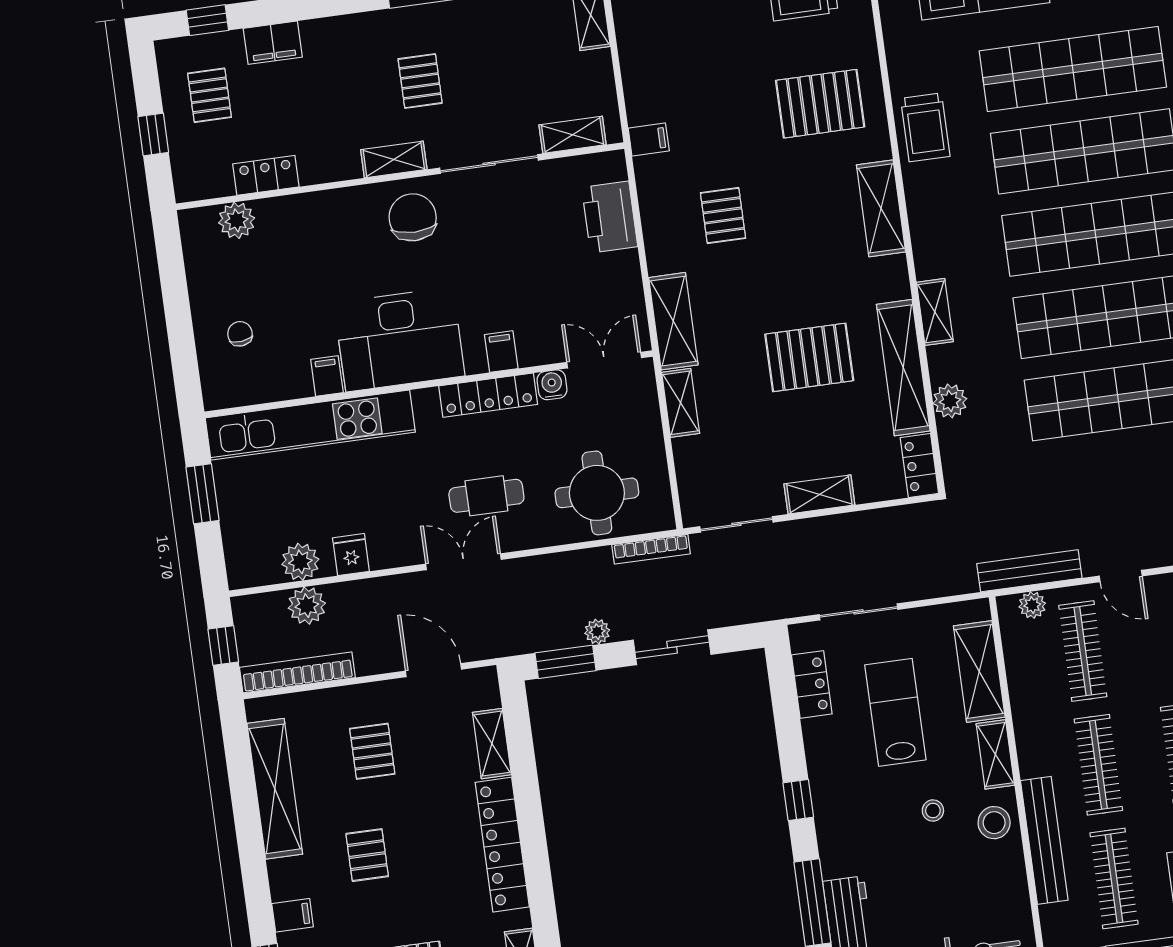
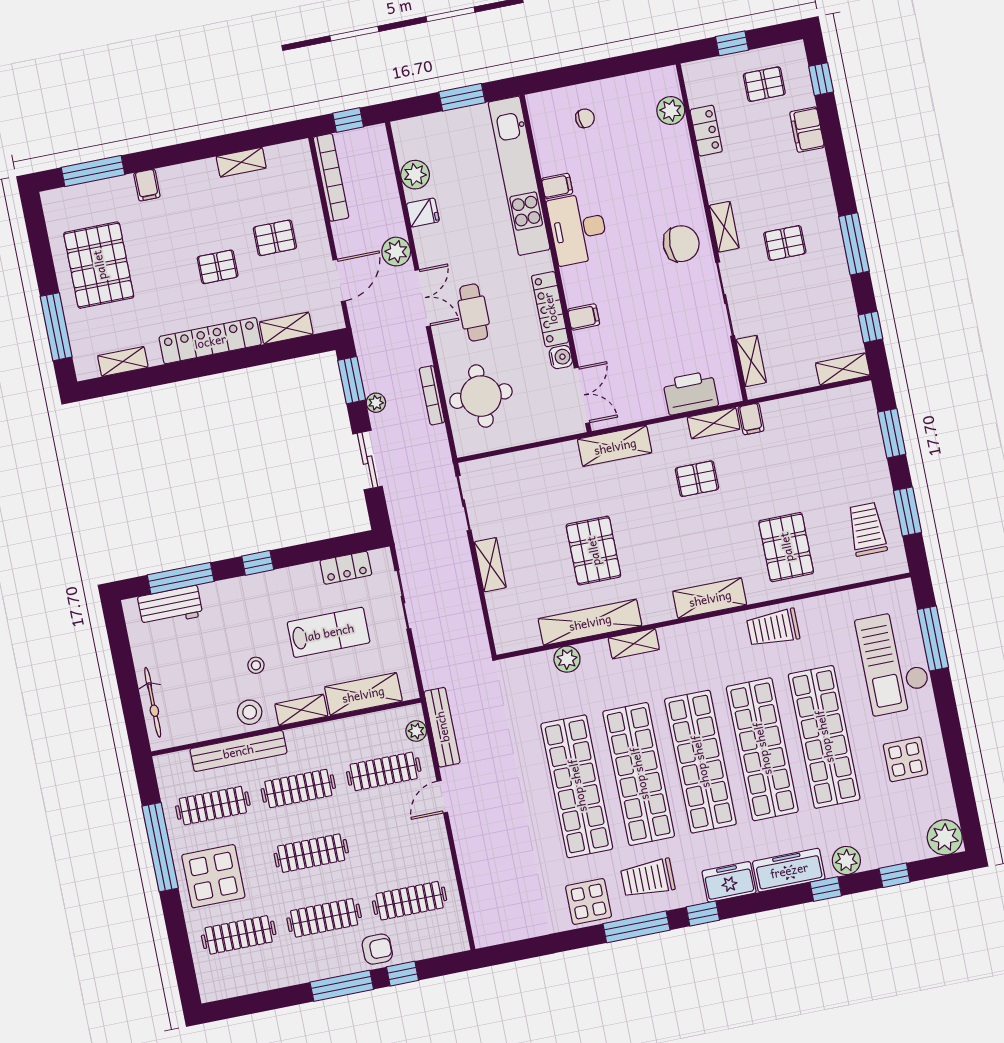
desk: (399, 339) -> (578, 229), width x0.73, depth x0.77
shelving: (681, 403) -> (714, 423), moved
locker: (919, 466) -> (517, 639), removed
bookcase: (651, 549) -> (432, 395), moved
plant: (307, 606) -> (396, 252), moved
shelving: (275, 789) -> (241, 162), width x0.45, depth x0.75
pallet: (367, 855) -> (218, 267), moved

